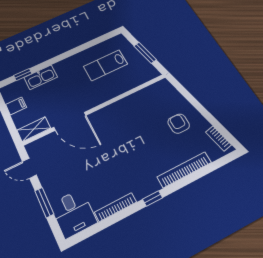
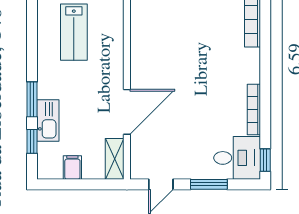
window: (50, 62) -> (32, 99), added
window: (153, 198) -> (265, 160), moved

